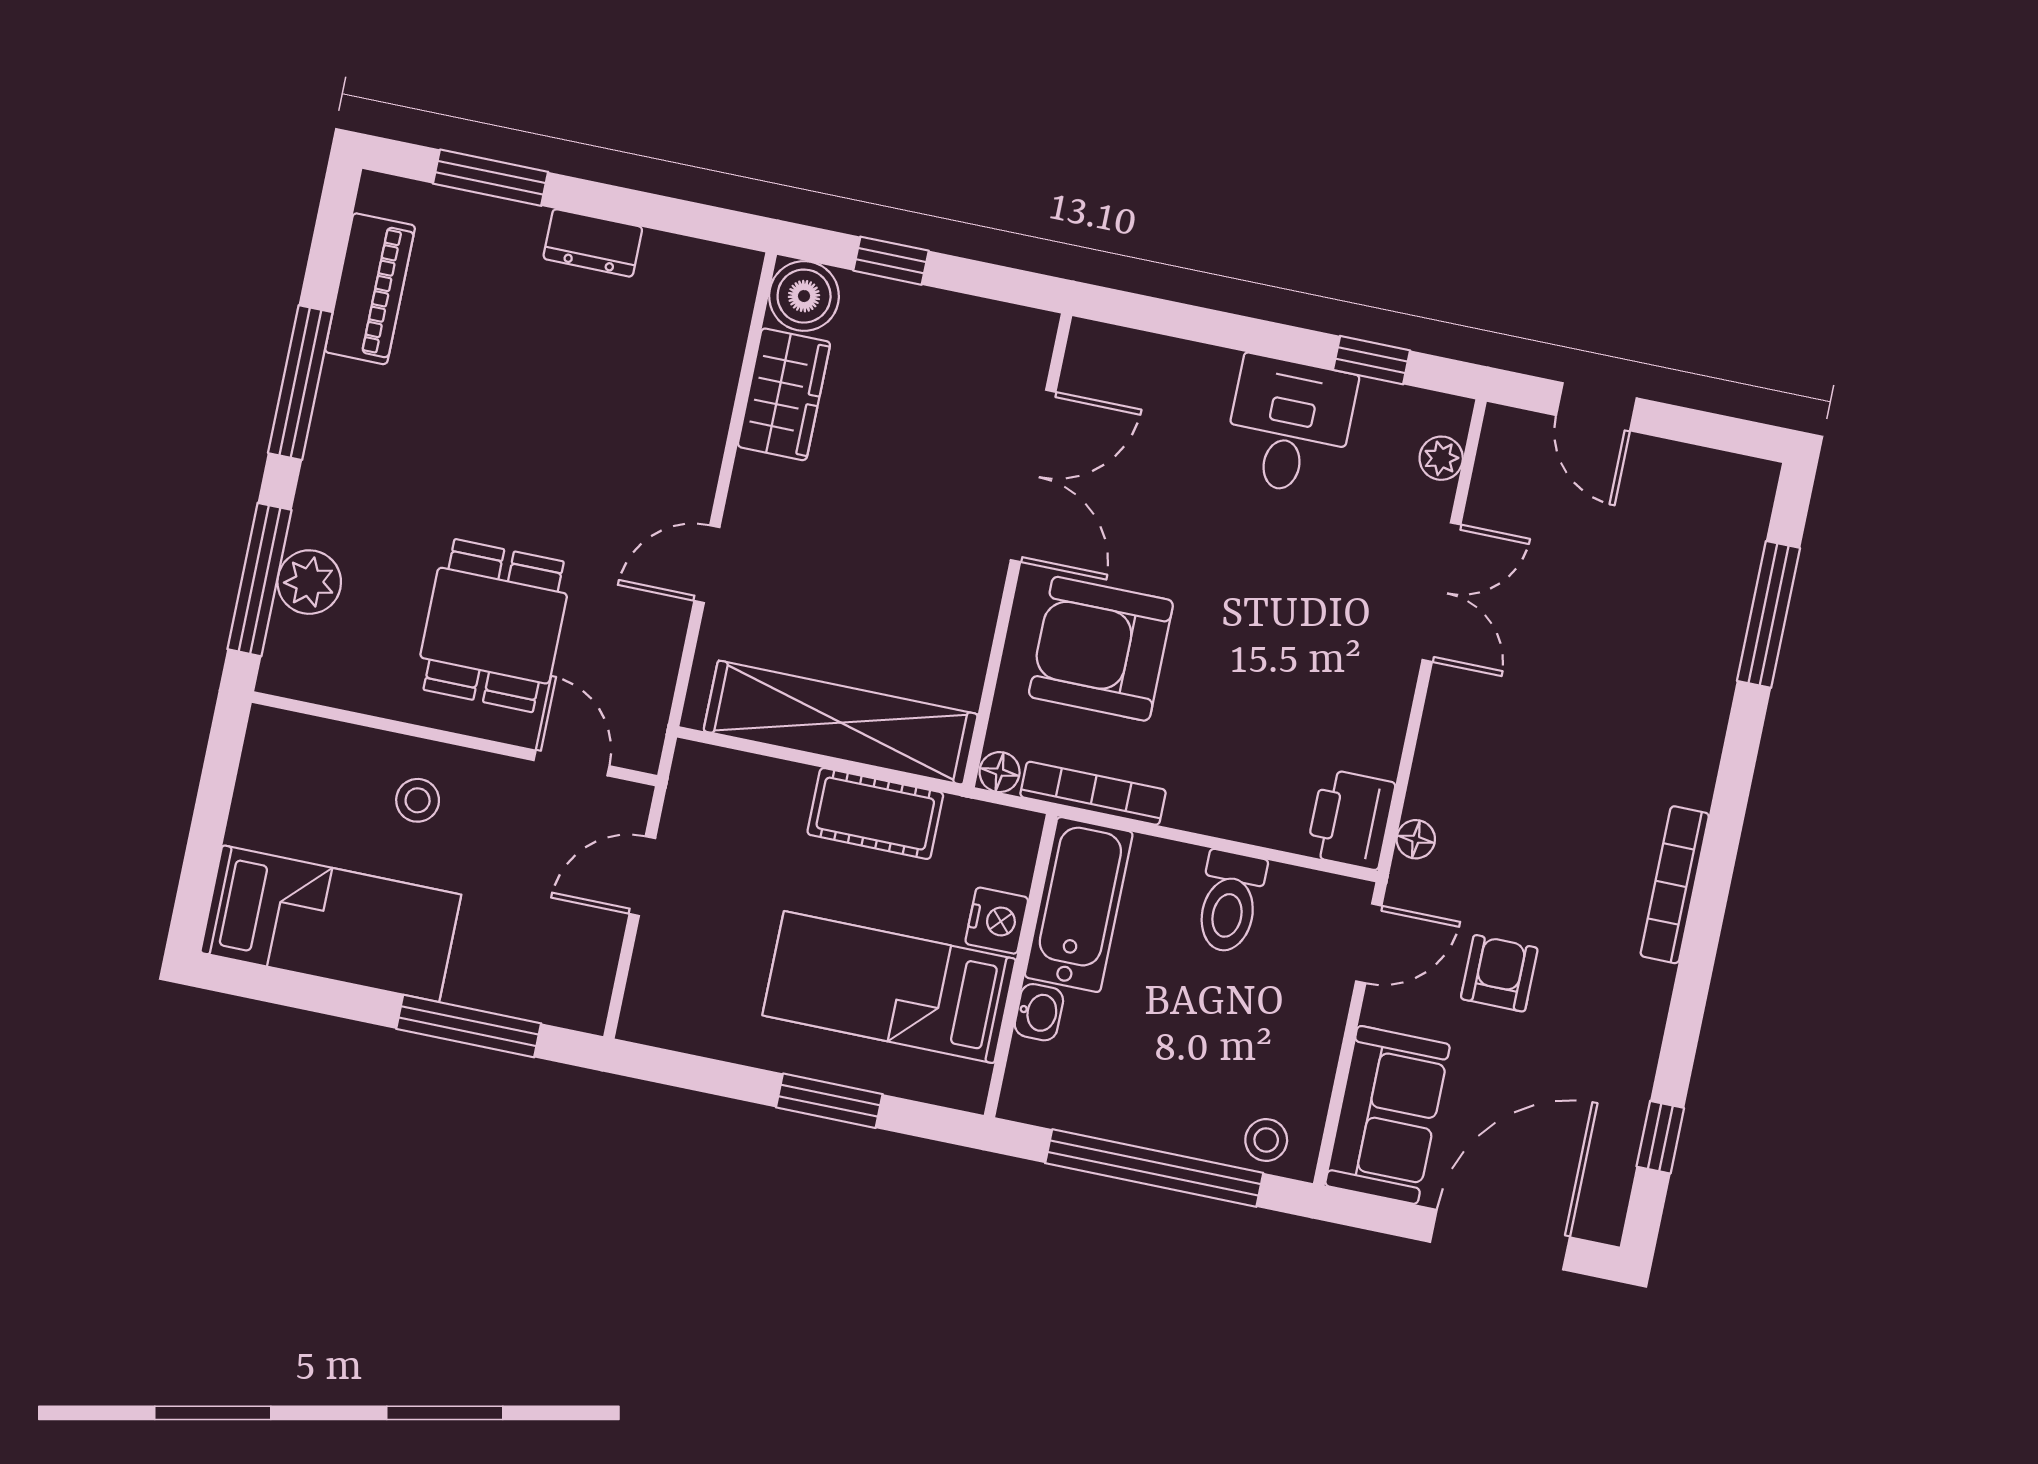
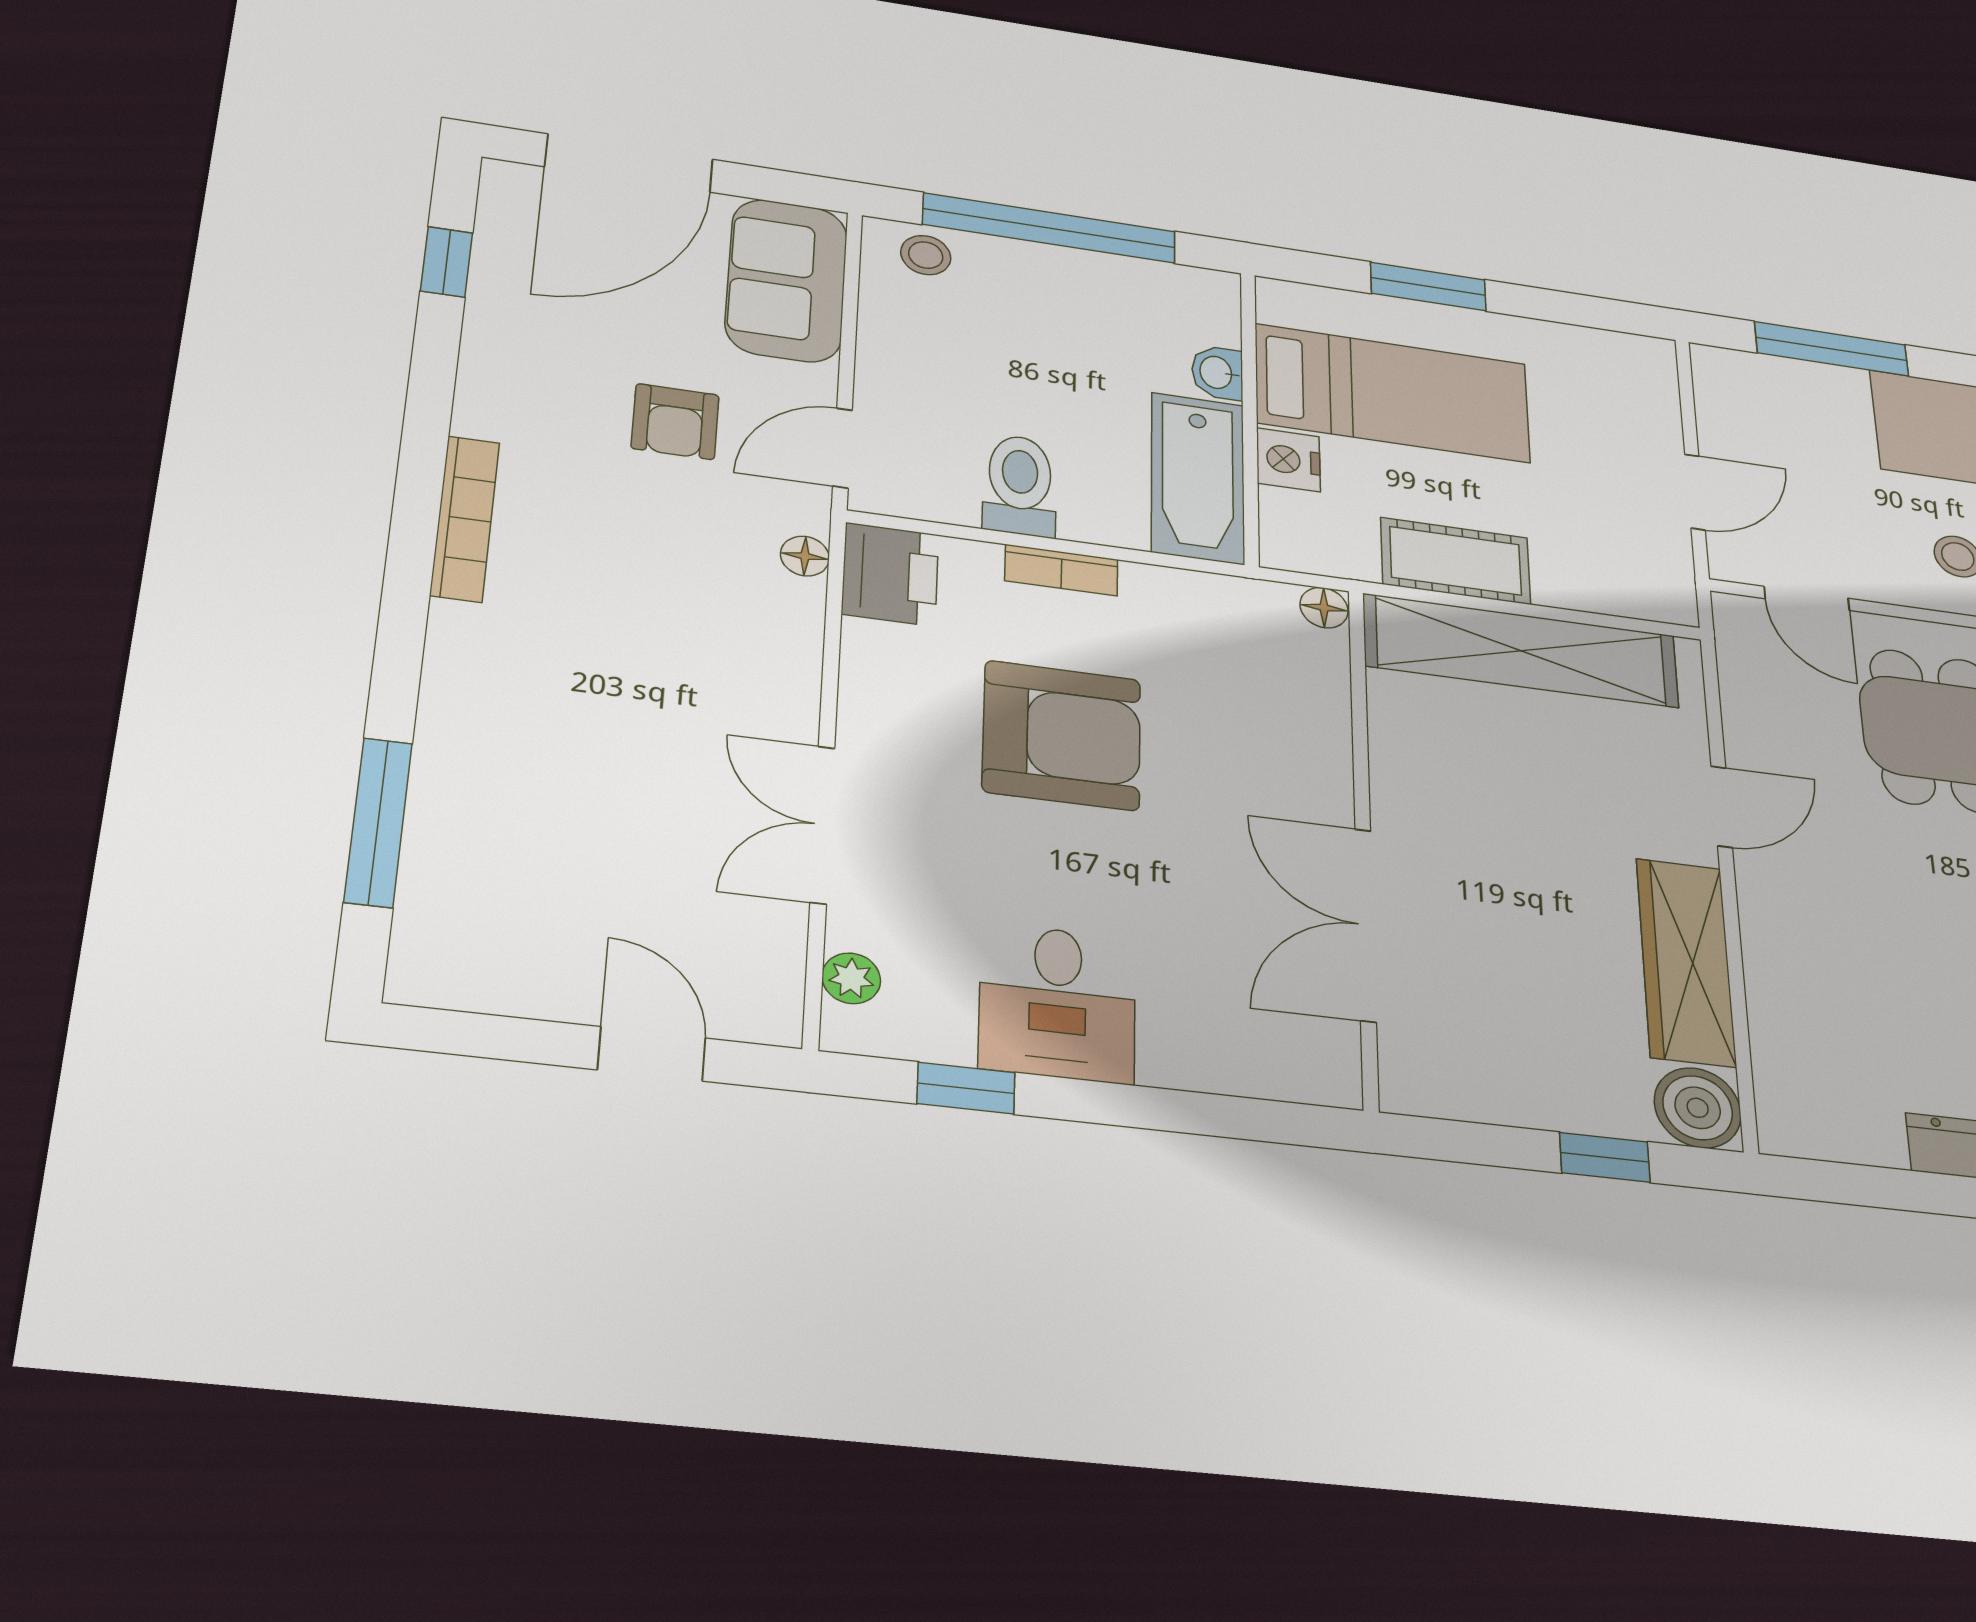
wardrobe: (784, 394) -> (1686, 962), width x1.50
armchair: (1101, 649) -> (1062, 735), moved
bookcase: (1093, 793) -> (1061, 570), moved, width x0.64

